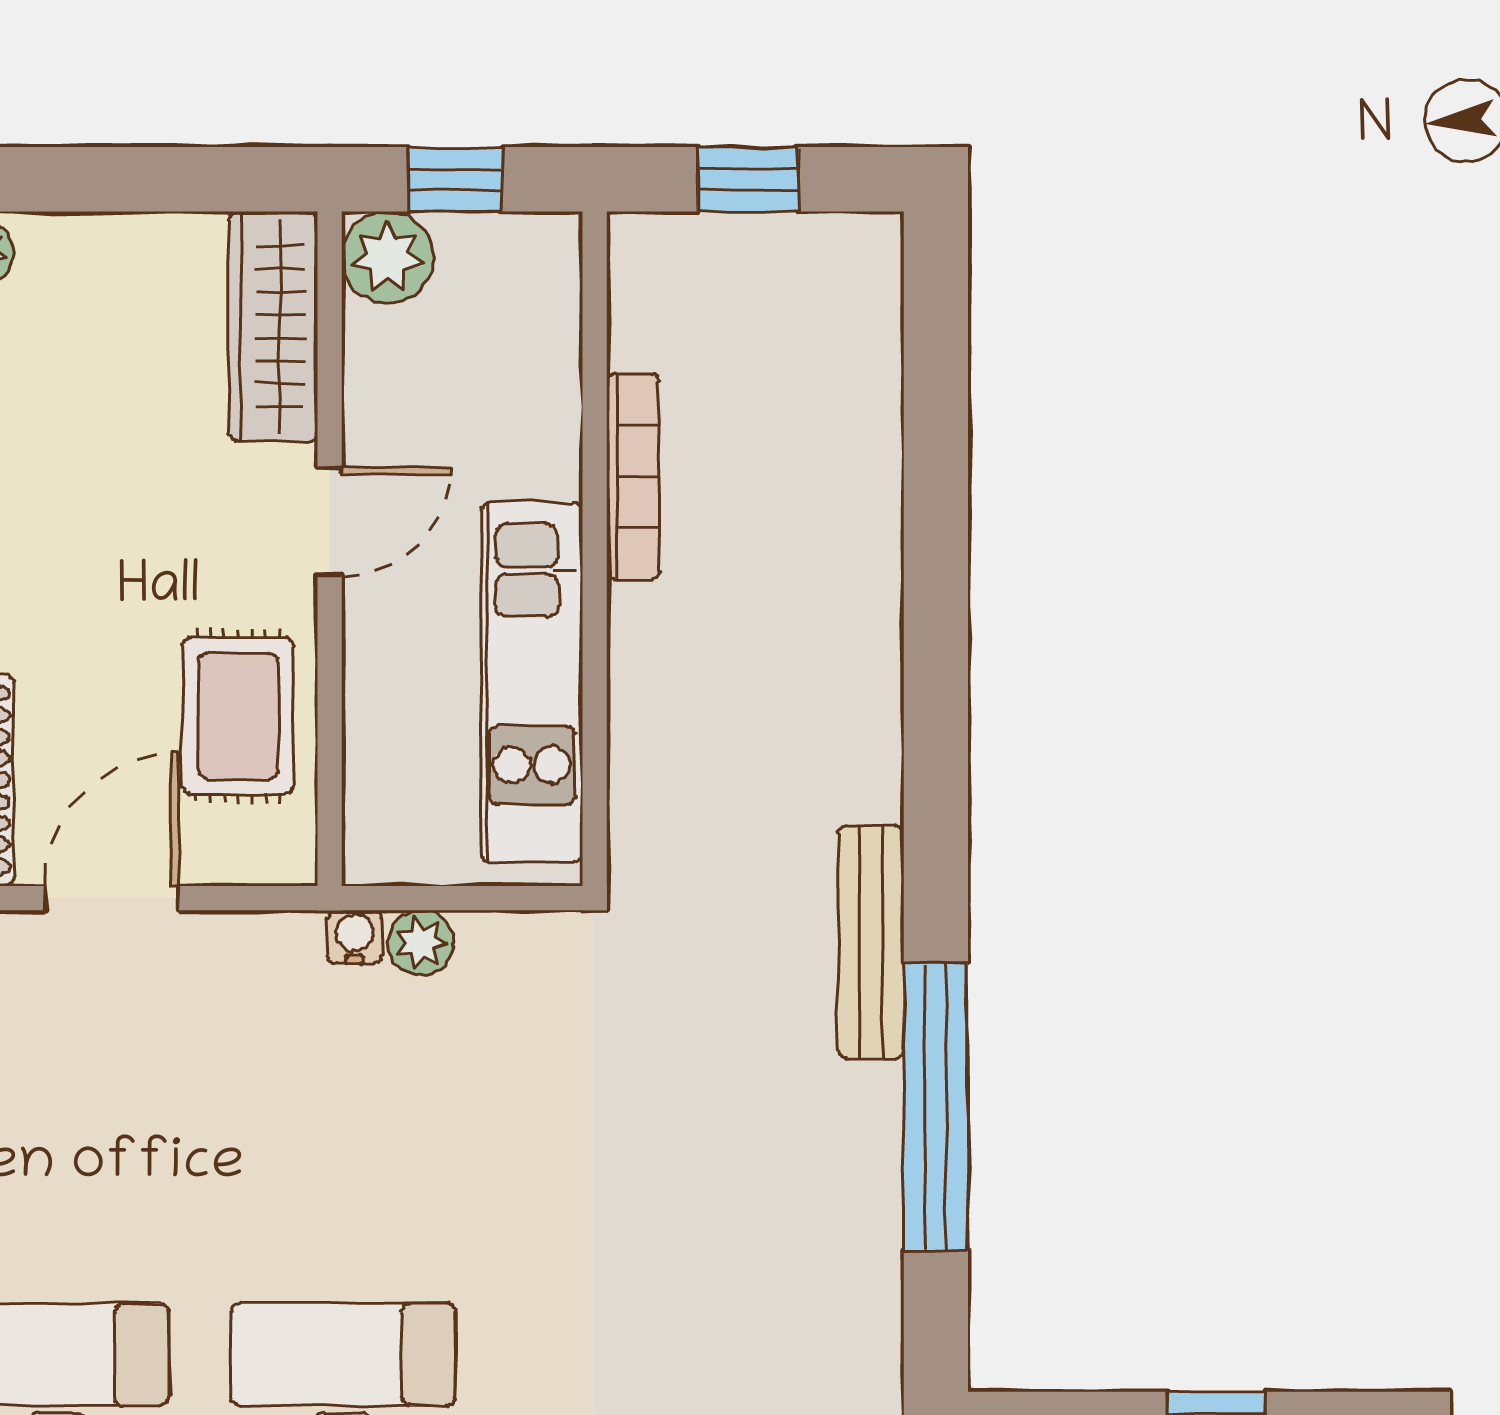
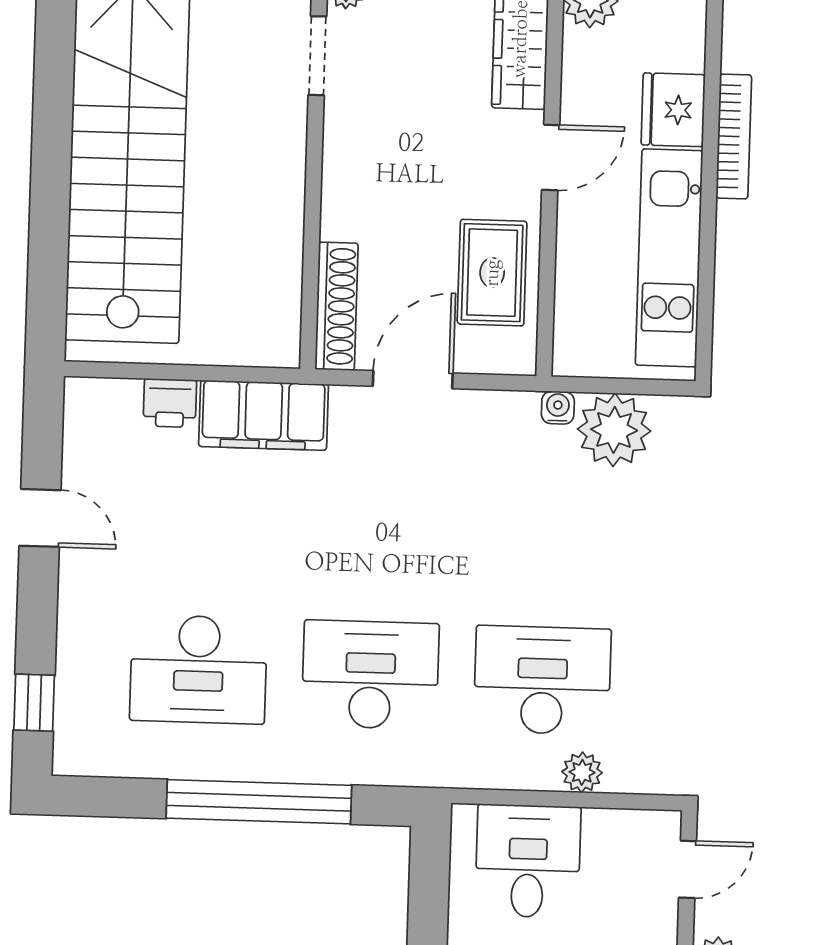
fridge: (531, 436) -> (673, 110), added
plant: (421, 943) -> (614, 430), width x1.88, depth x1.88

